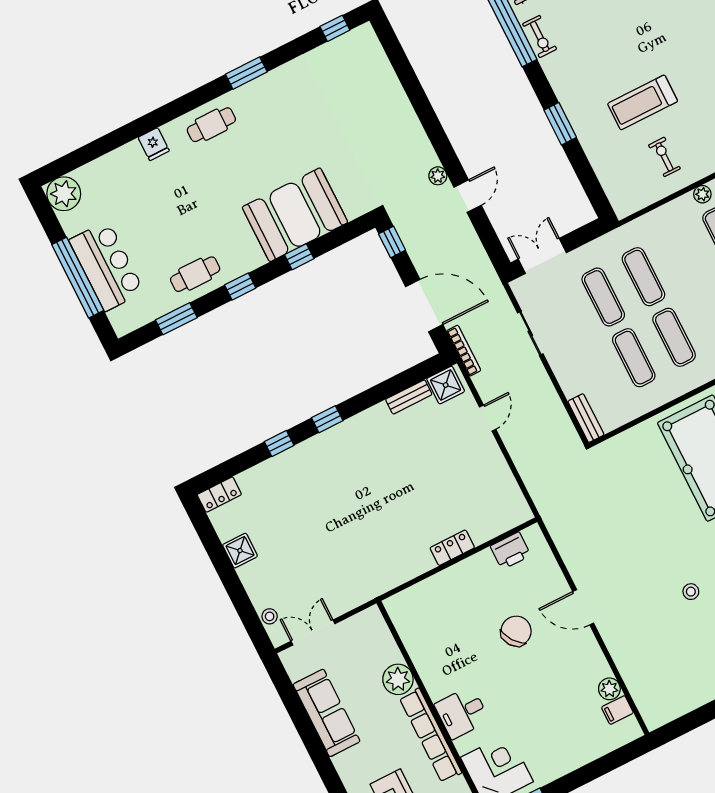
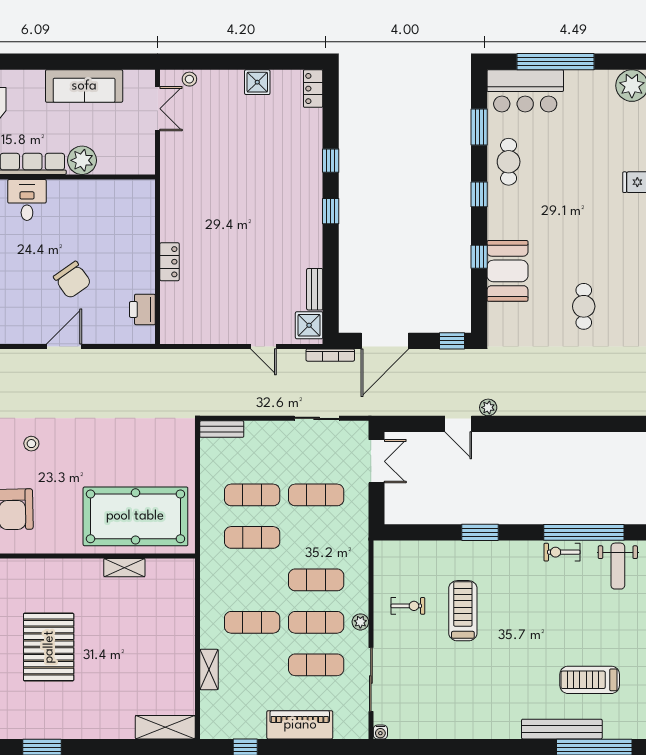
cafe table: (211, 125) -> (584, 306), moved
booth: (295, 215) -> (507, 271), width x0.73, depth x0.70
bar counter: (107, 266) -> (525, 91), moved
exercise mat: (643, 277) -> (316, 580), moved

